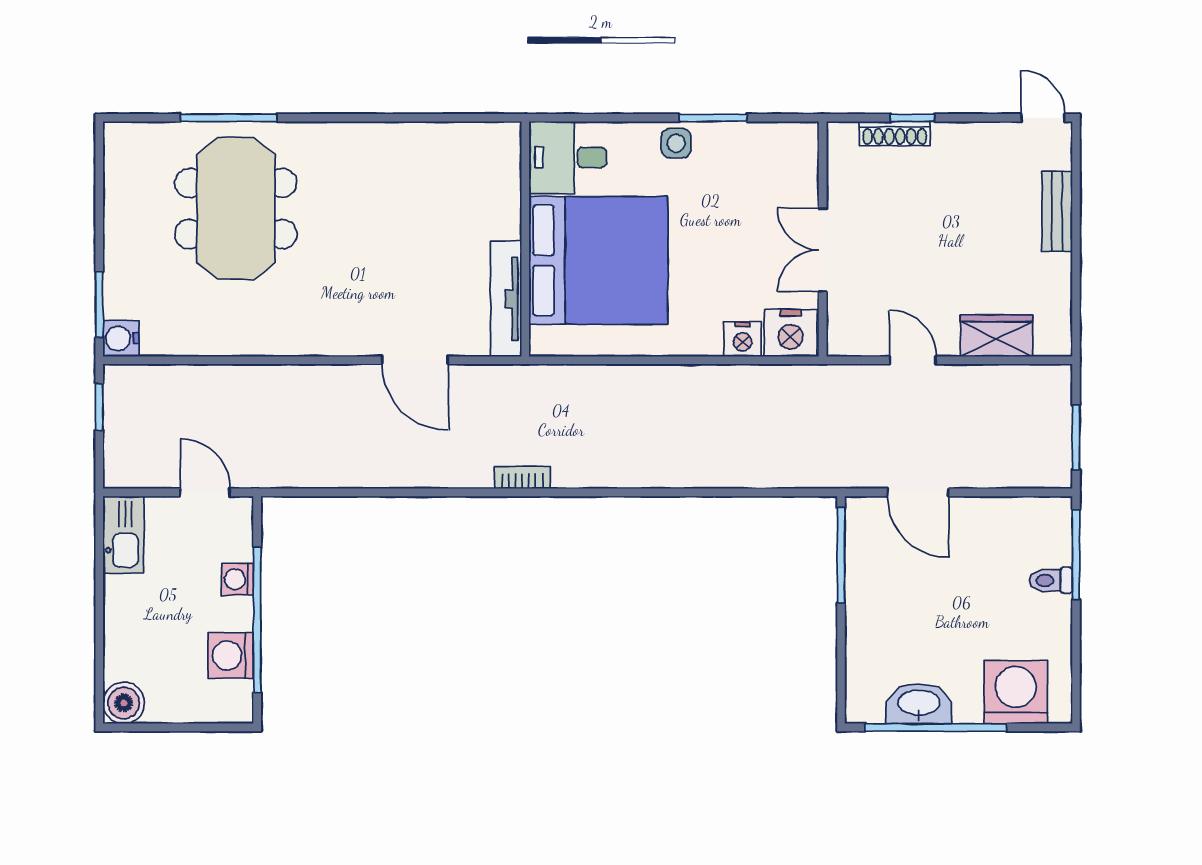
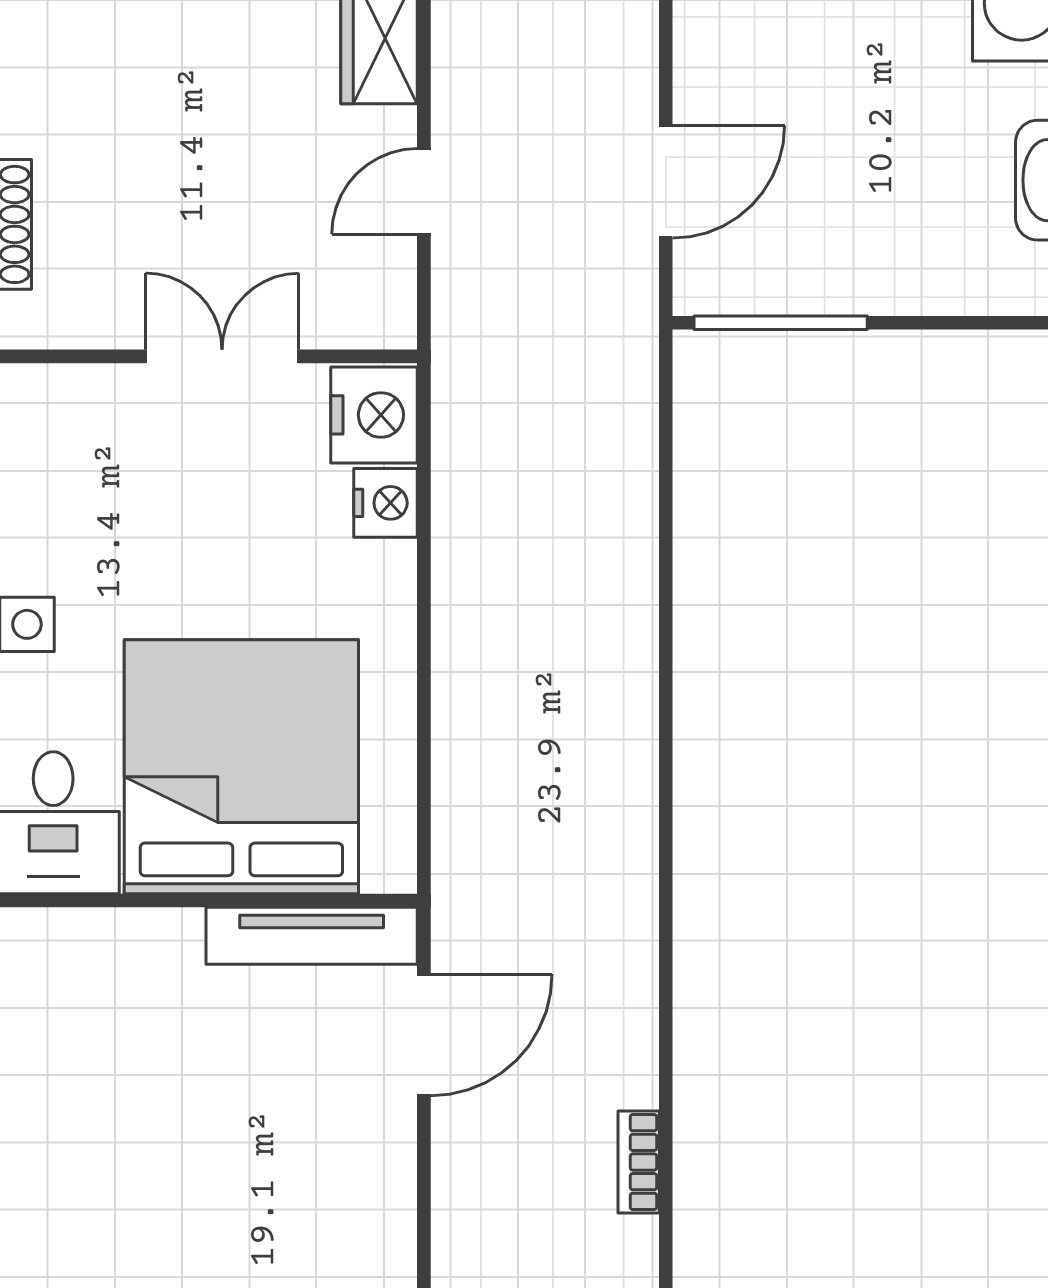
double door: (823, 250) -> (222, 356), swing flipped
door: (415, 360) -> (424, 1035), moved
bookcase: (522, 477) -> (639, 1162), moved

